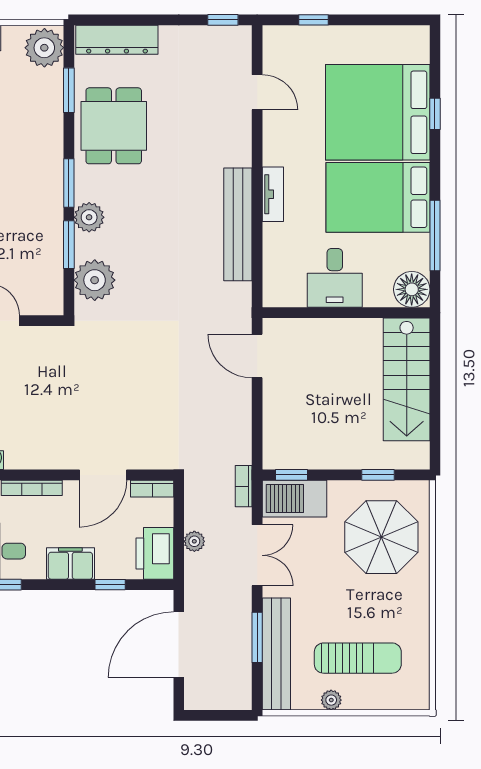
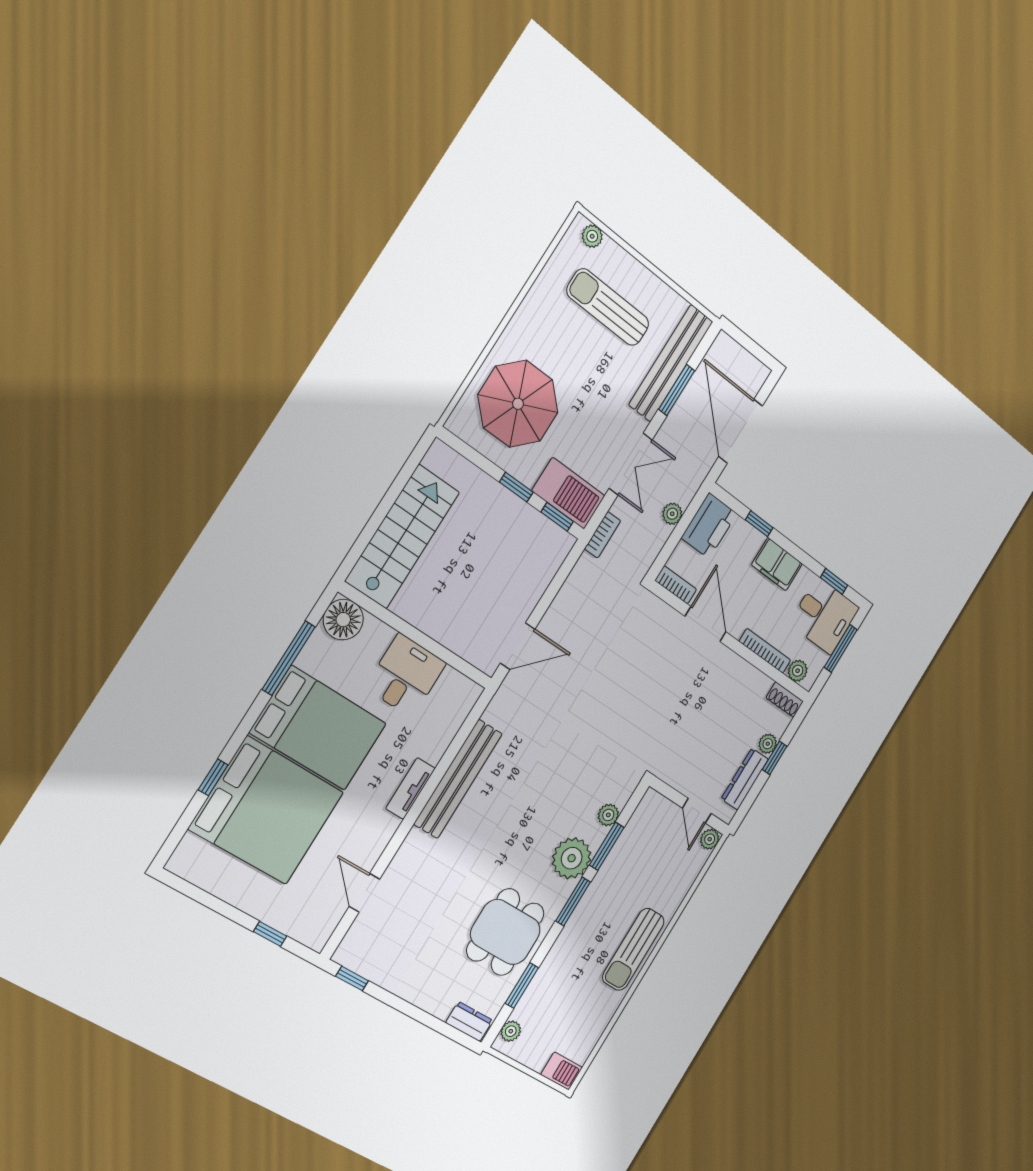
dresser: (117, 40) -> (469, 1022), width x0.51, depth x0.80
plant: (44, 48) -> (511, 1031), width x0.53, depth x0.53
plant: (89, 217) -> (572, 858), width x1.36, depth x1.36
plant: (95, 280) -> (608, 815), width x0.53, depth x0.53
door: (257, 356) -> (518, 646), hinge flipped
door: (103, 475) -> (706, 624), hinge flipped
window: (378, 475) -> (516, 487), moved
double door: (257, 555) -> (631, 464), swing flipped
door: (179, 645) -> (741, 431), swing flipped
plant: (331, 700) -> (592, 236), moved

